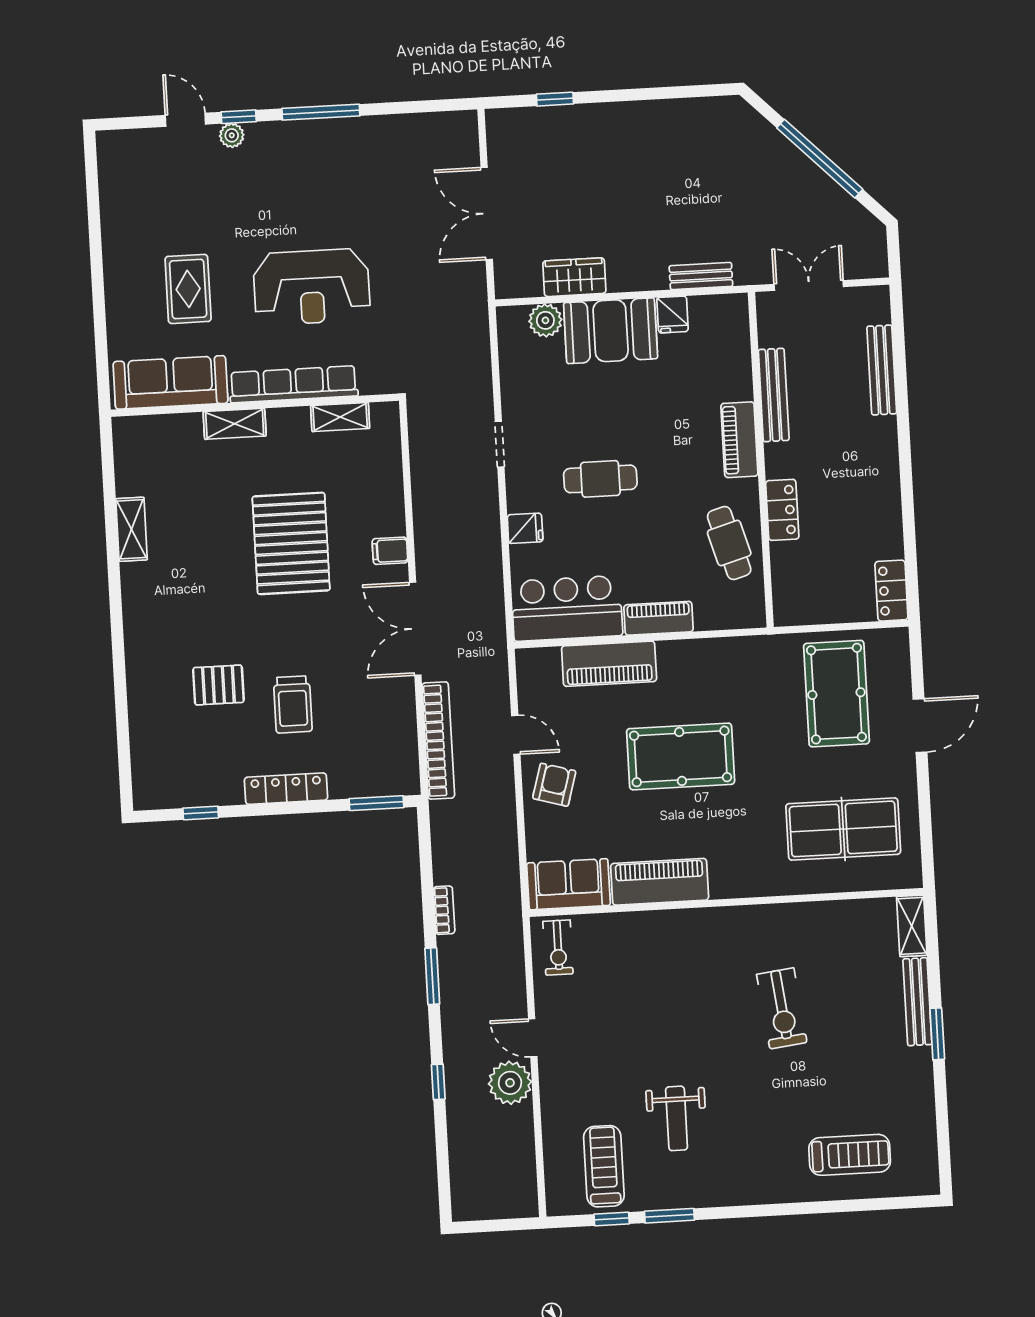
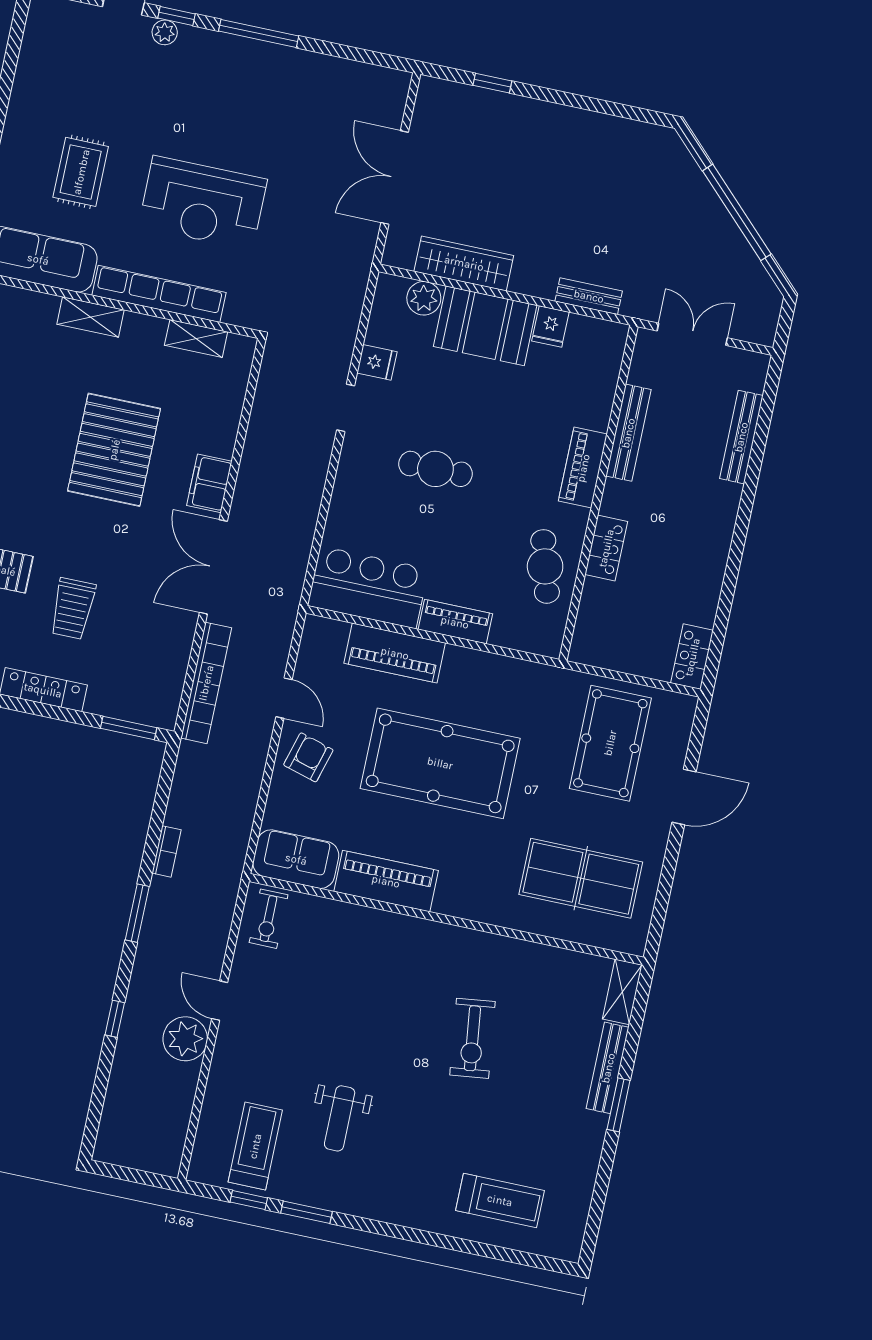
wardrobe: (574, 277) -> (464, 263), width x1.50
fridge: (525, 528) -> (377, 362), moved
filing cabinet: (390, 551) -> (209, 483), width x2.00
pool table: (681, 756) -> (440, 763), width x1.36, depth x1.32

